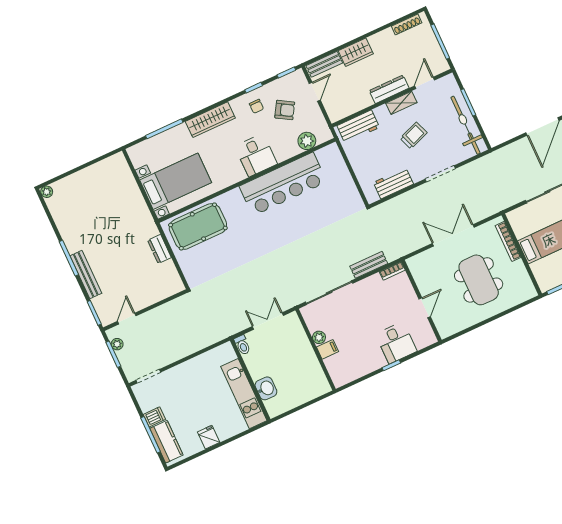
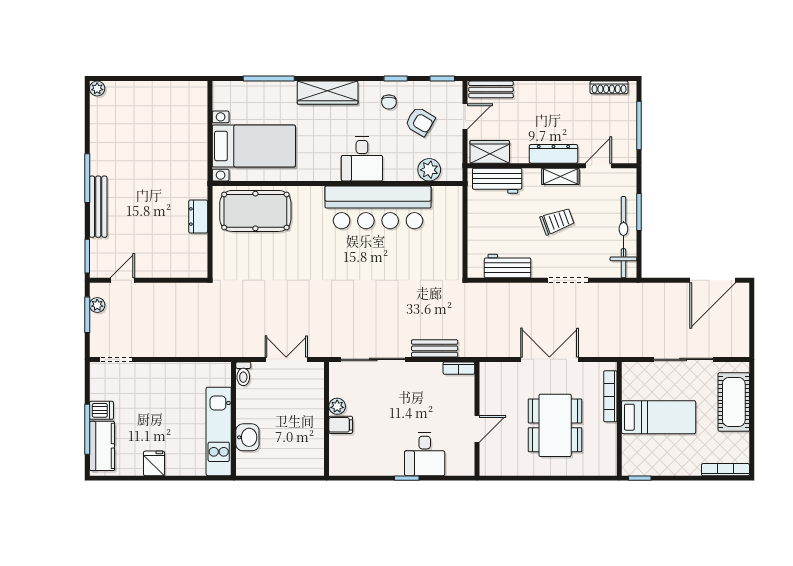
wardrobe: (356, 52) -> (490, 152), moved, turned 180

